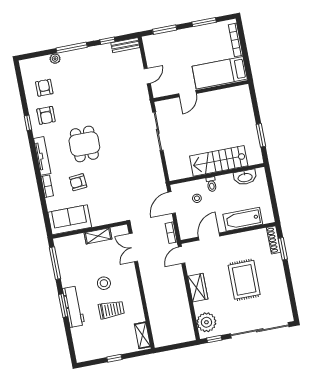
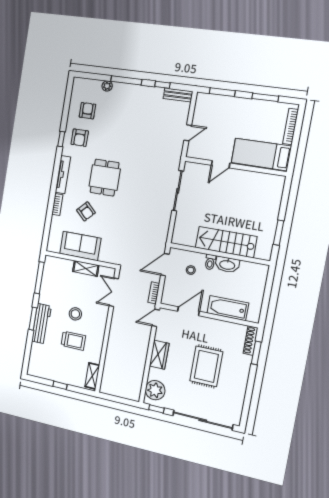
washbasin: (245, 177) -> (227, 265), moved
armchair: (78, 182) -> (86, 211), turned -131
sofa: (70, 220) -> (80, 246), moved

